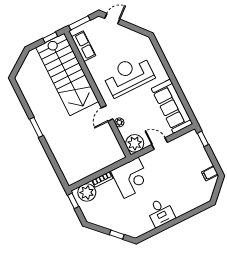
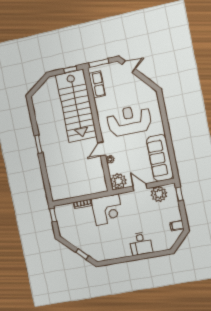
plant: (87, 192) -> (159, 194), moved
desk: (161, 212) -> (141, 244), moved

